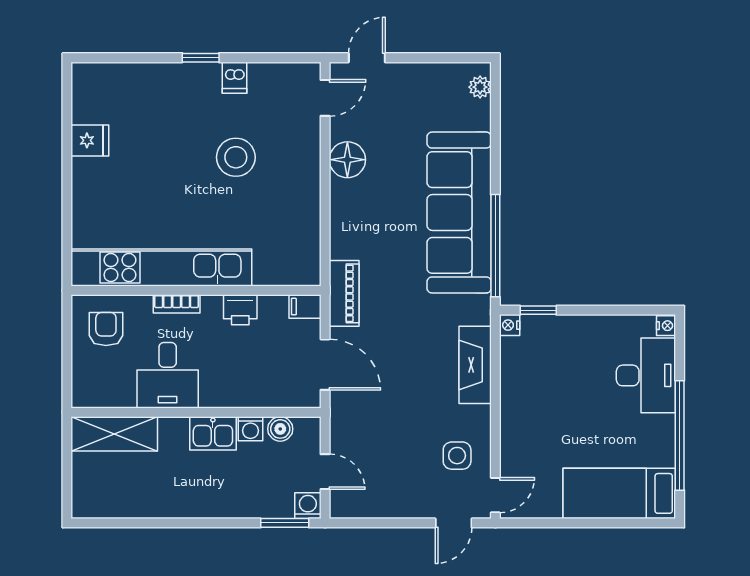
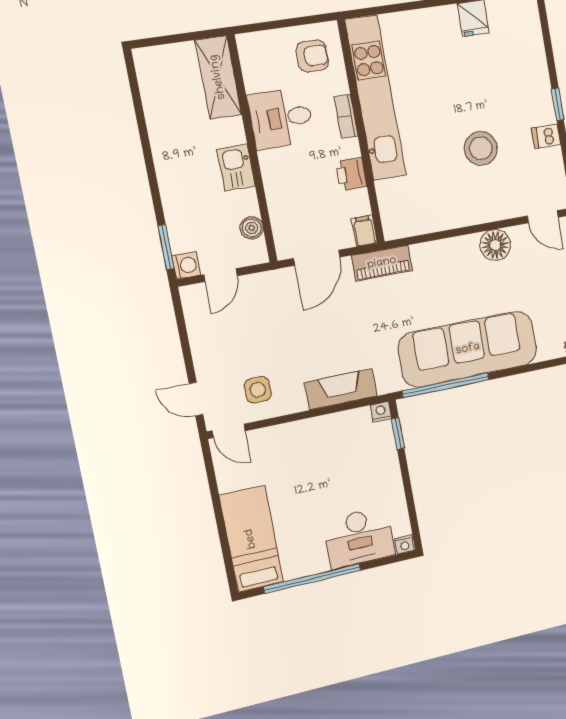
washing machine: (250, 429) -> (247, 201), removed

